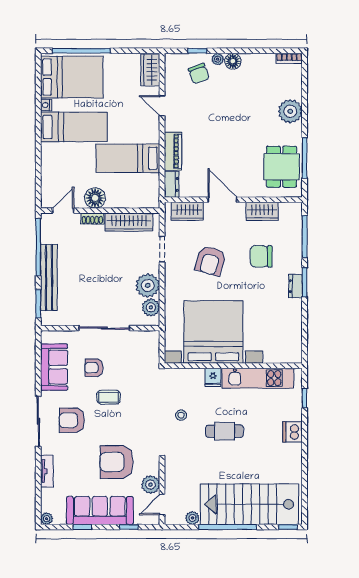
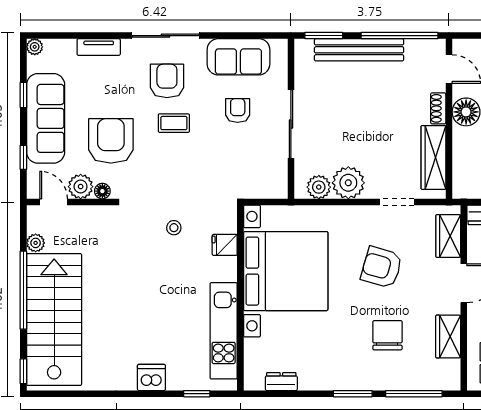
dresser: (296, 286) -> (281, 382), moved
fridge: (213, 377) -> (225, 245), moved
coffee table: (109, 397) -> (174, 123), moved, turned 90
cafe table: (224, 431) -> (152, 286), removed
floor lamp: (154, 468) -> (102, 191), added

